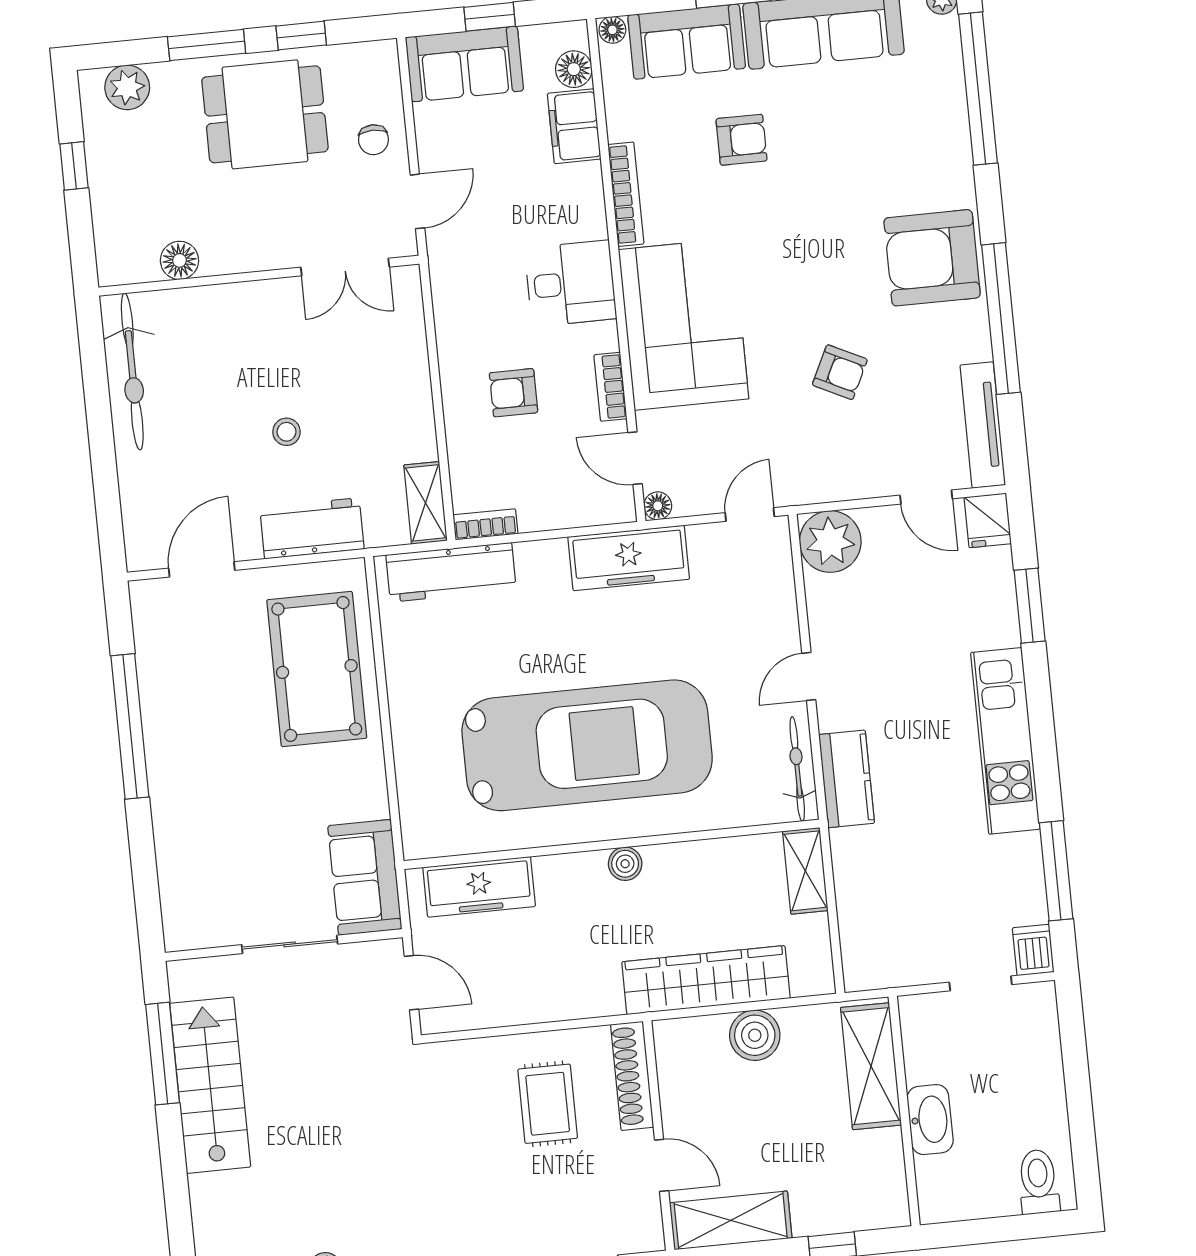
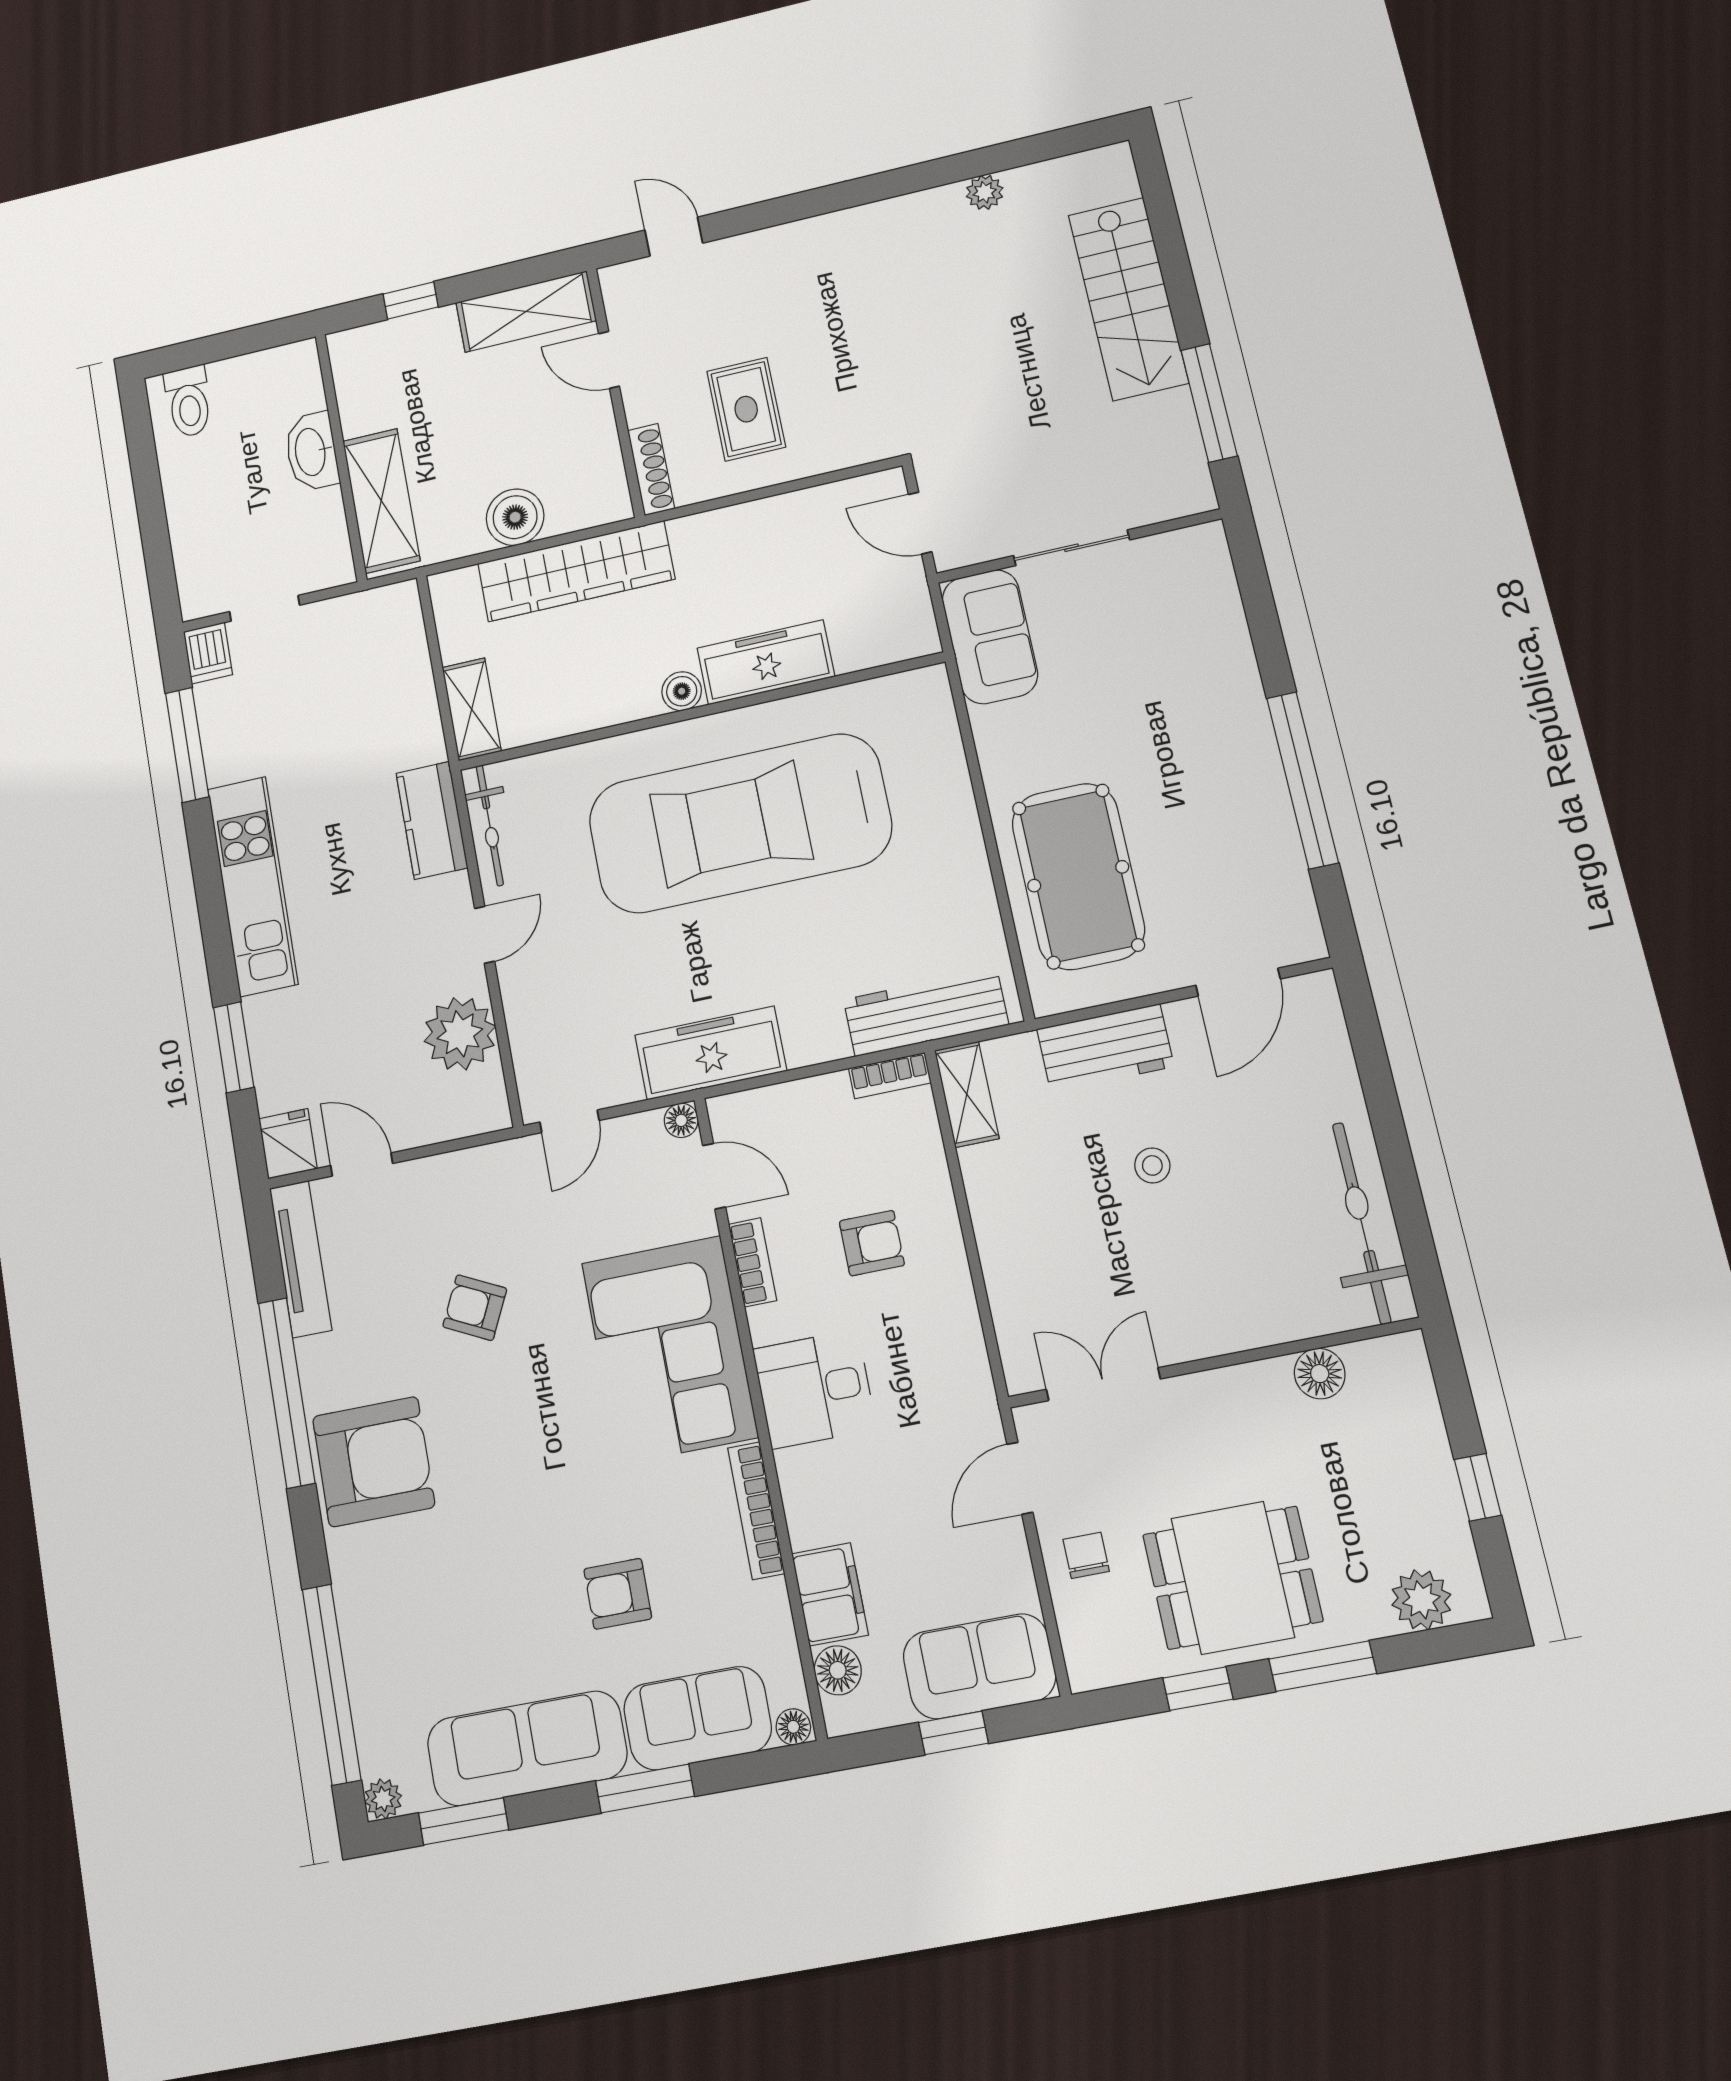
plant: (830, 542) -> (460, 1034), moved
freezer: (479, 887) -> (766, 662), moved
shoe rack: (632, 1076) -> (651, 469), width x0.74, depth x0.81
stairs: (210, 1085) -> (1128, 299), moved

